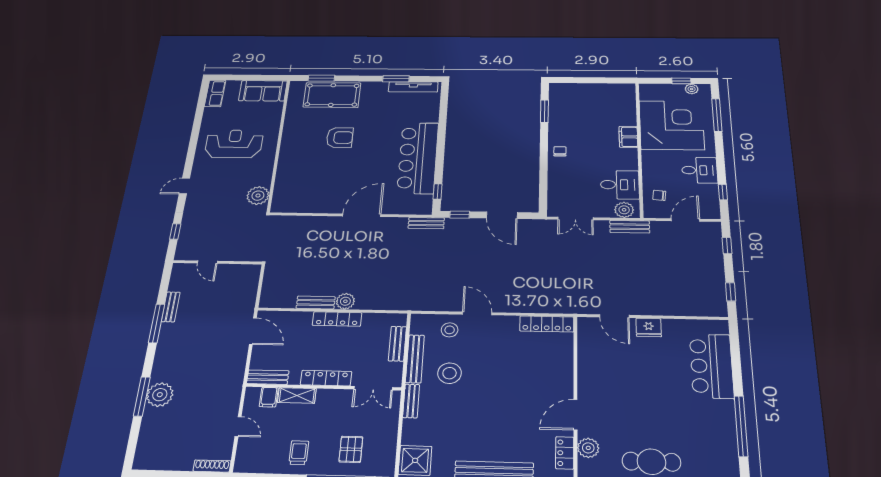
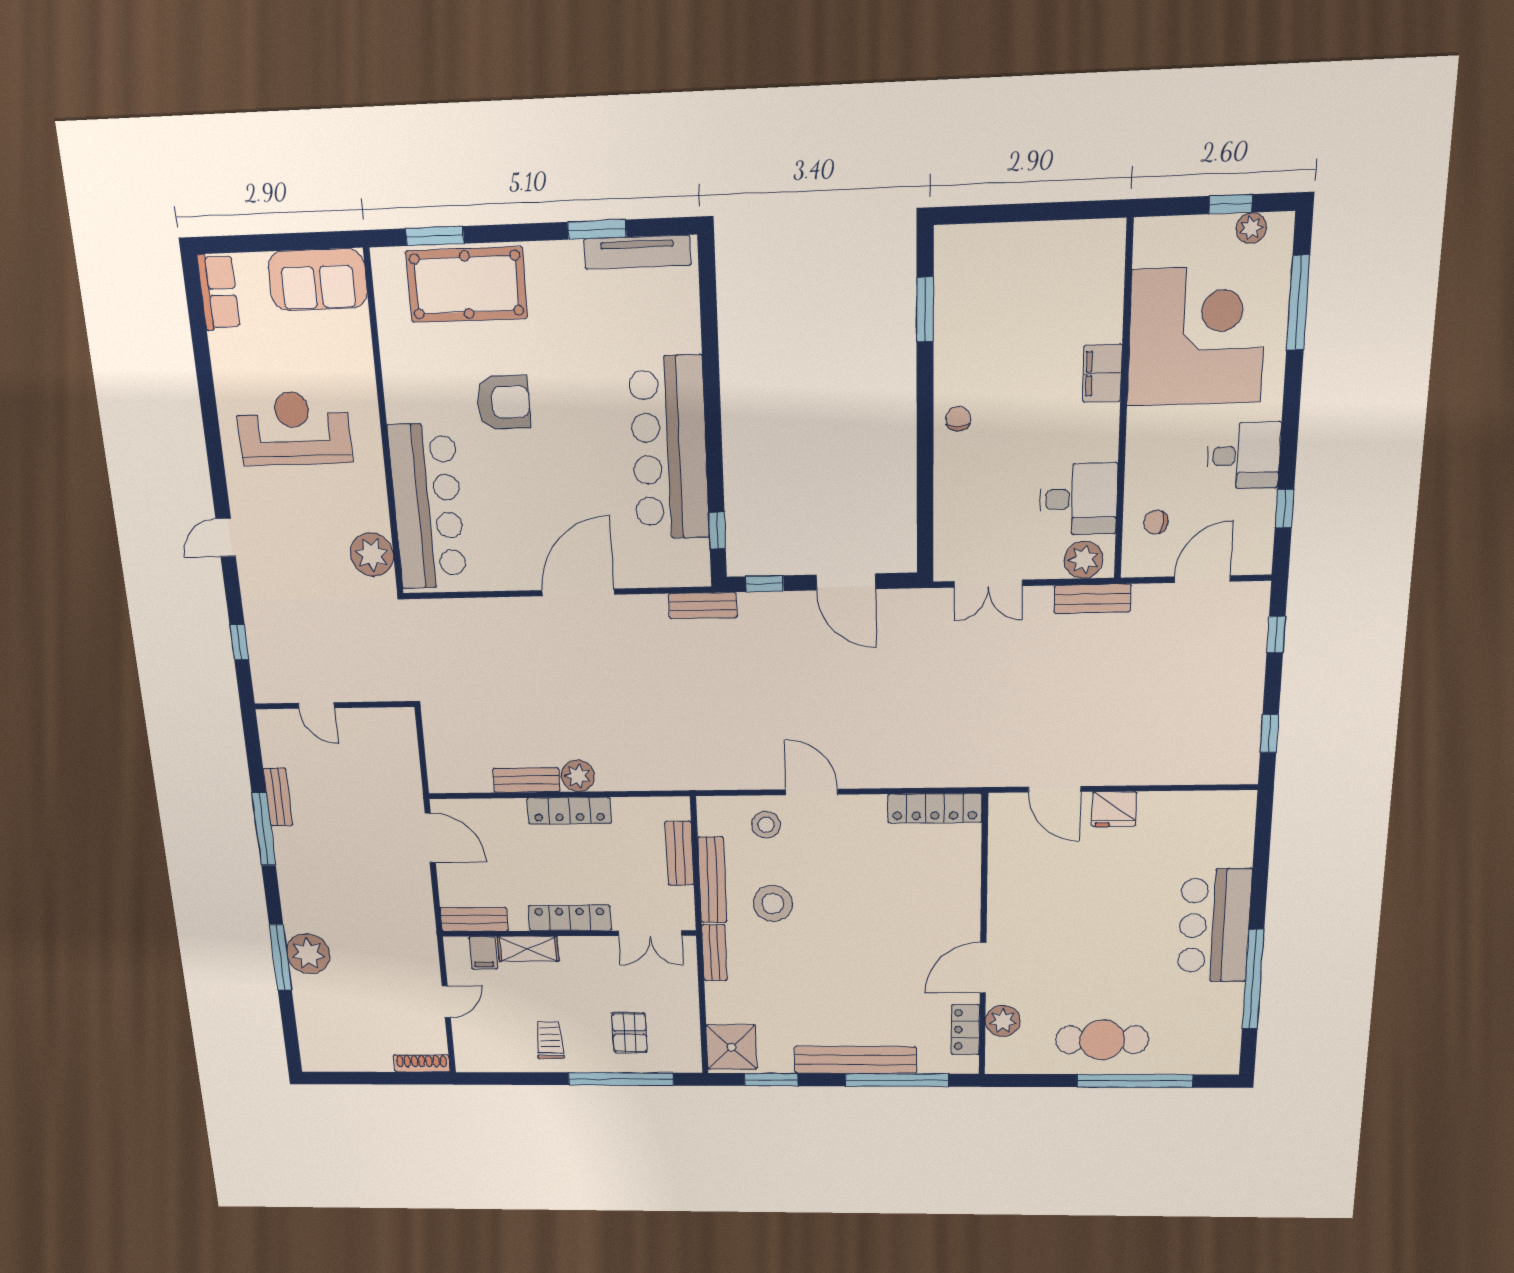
bar counter: (292, 177) -> (427, 507), added
bar counter: (712, 366) -> (1214, 925), moved
door: (238, 426) -> (446, 1002), hinge flipped

